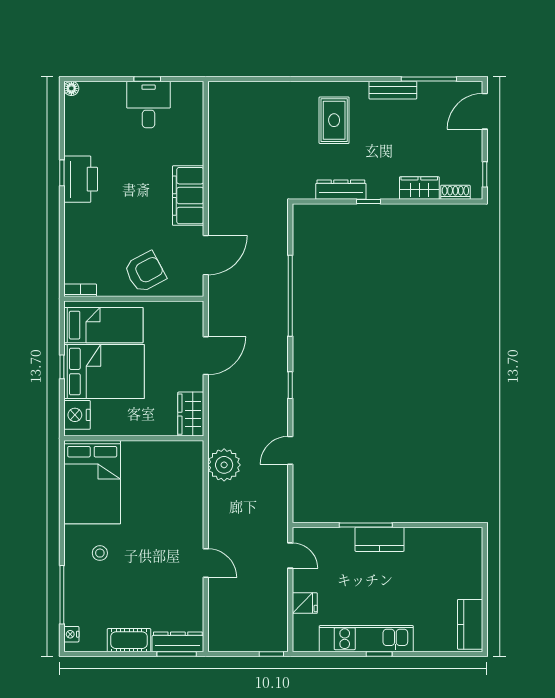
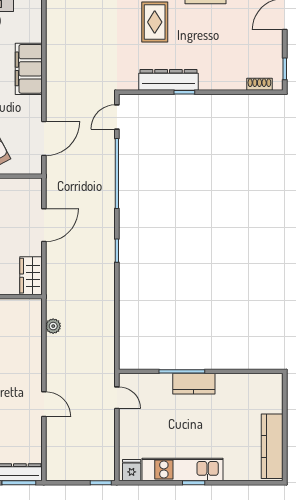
wardrobe: (419, 188) -> (228, 81), removed
dresser: (341, 190) -> (169, 80), width x1.37, depth x1.24
filing cabinet: (188, 196) -> (29, 69), moved
door: (290, 450) -> (117, 117), moved
plant: (224, 465) -> (53, 326), width x0.53, depth x0.53
fridge: (305, 603) -> (132, 470), moved, turned -90
kitchen counter: (470, 624) -> (272, 446), width x1.50

